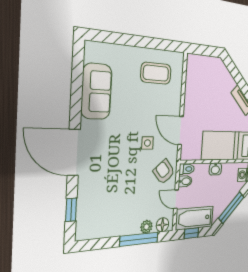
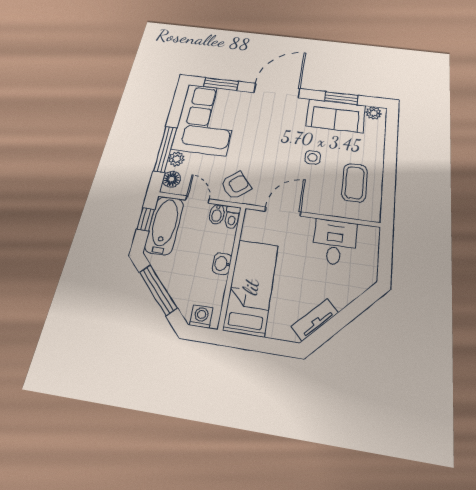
plant: (91, 54) -> (374, 113), added
window: (77, 86) -> (341, 98), added
desk: (199, 89) -> (335, 242), added
side table: (147, 143) -> (313, 157), moved
door: (176, 199) -> (198, 200), hinge flipped
window: (71, 210) -> (221, 84), width x1.50
corner sofa: (109, 213) -> (207, 119), added

